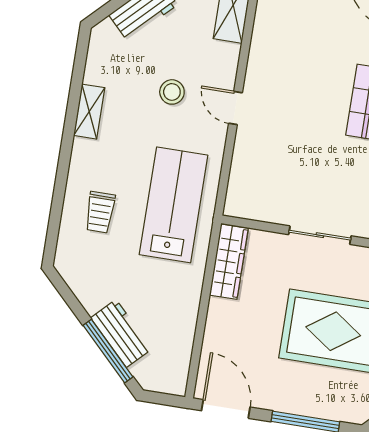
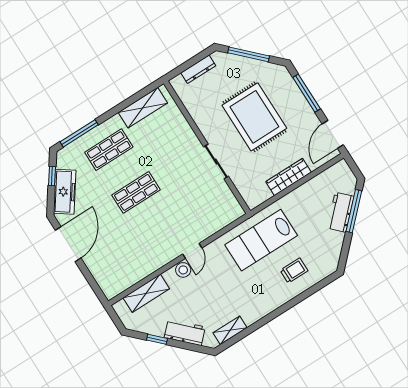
stool: (172, 92) -> (183, 270), moved
shelving: (89, 112) -> (230, 330), moved
wardrobe: (229, 262) -> (289, 177), moved

